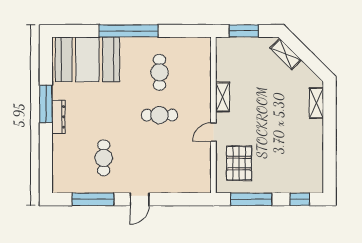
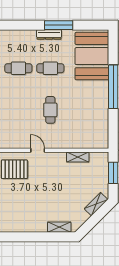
cafe table: (159, 72) -> (50, 68), moved
shelving: (223, 97) -> (78, 157), moved

